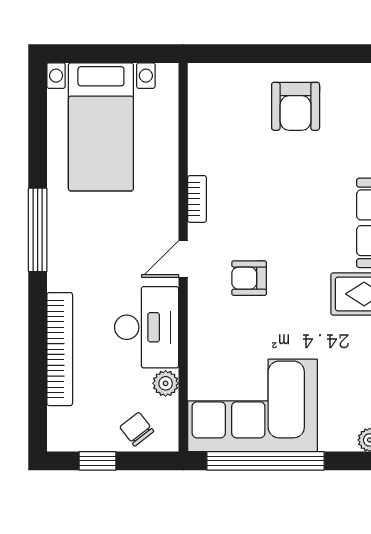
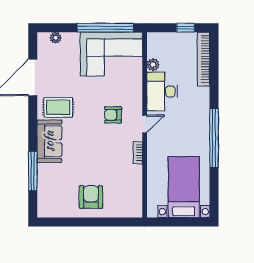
window: (38, 230) -> (214, 138), width x1.46
armchair: (249, 278) -> (113, 115), turned 180
bookcase: (60, 349) -> (203, 59), moved
chair: (137, 429) -> (167, 43), removed

